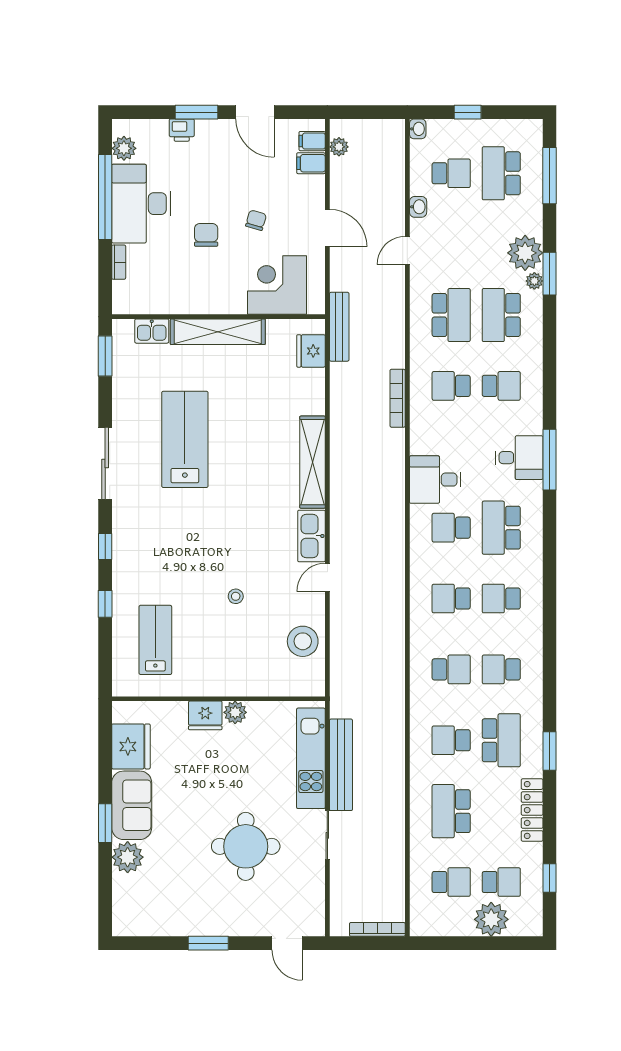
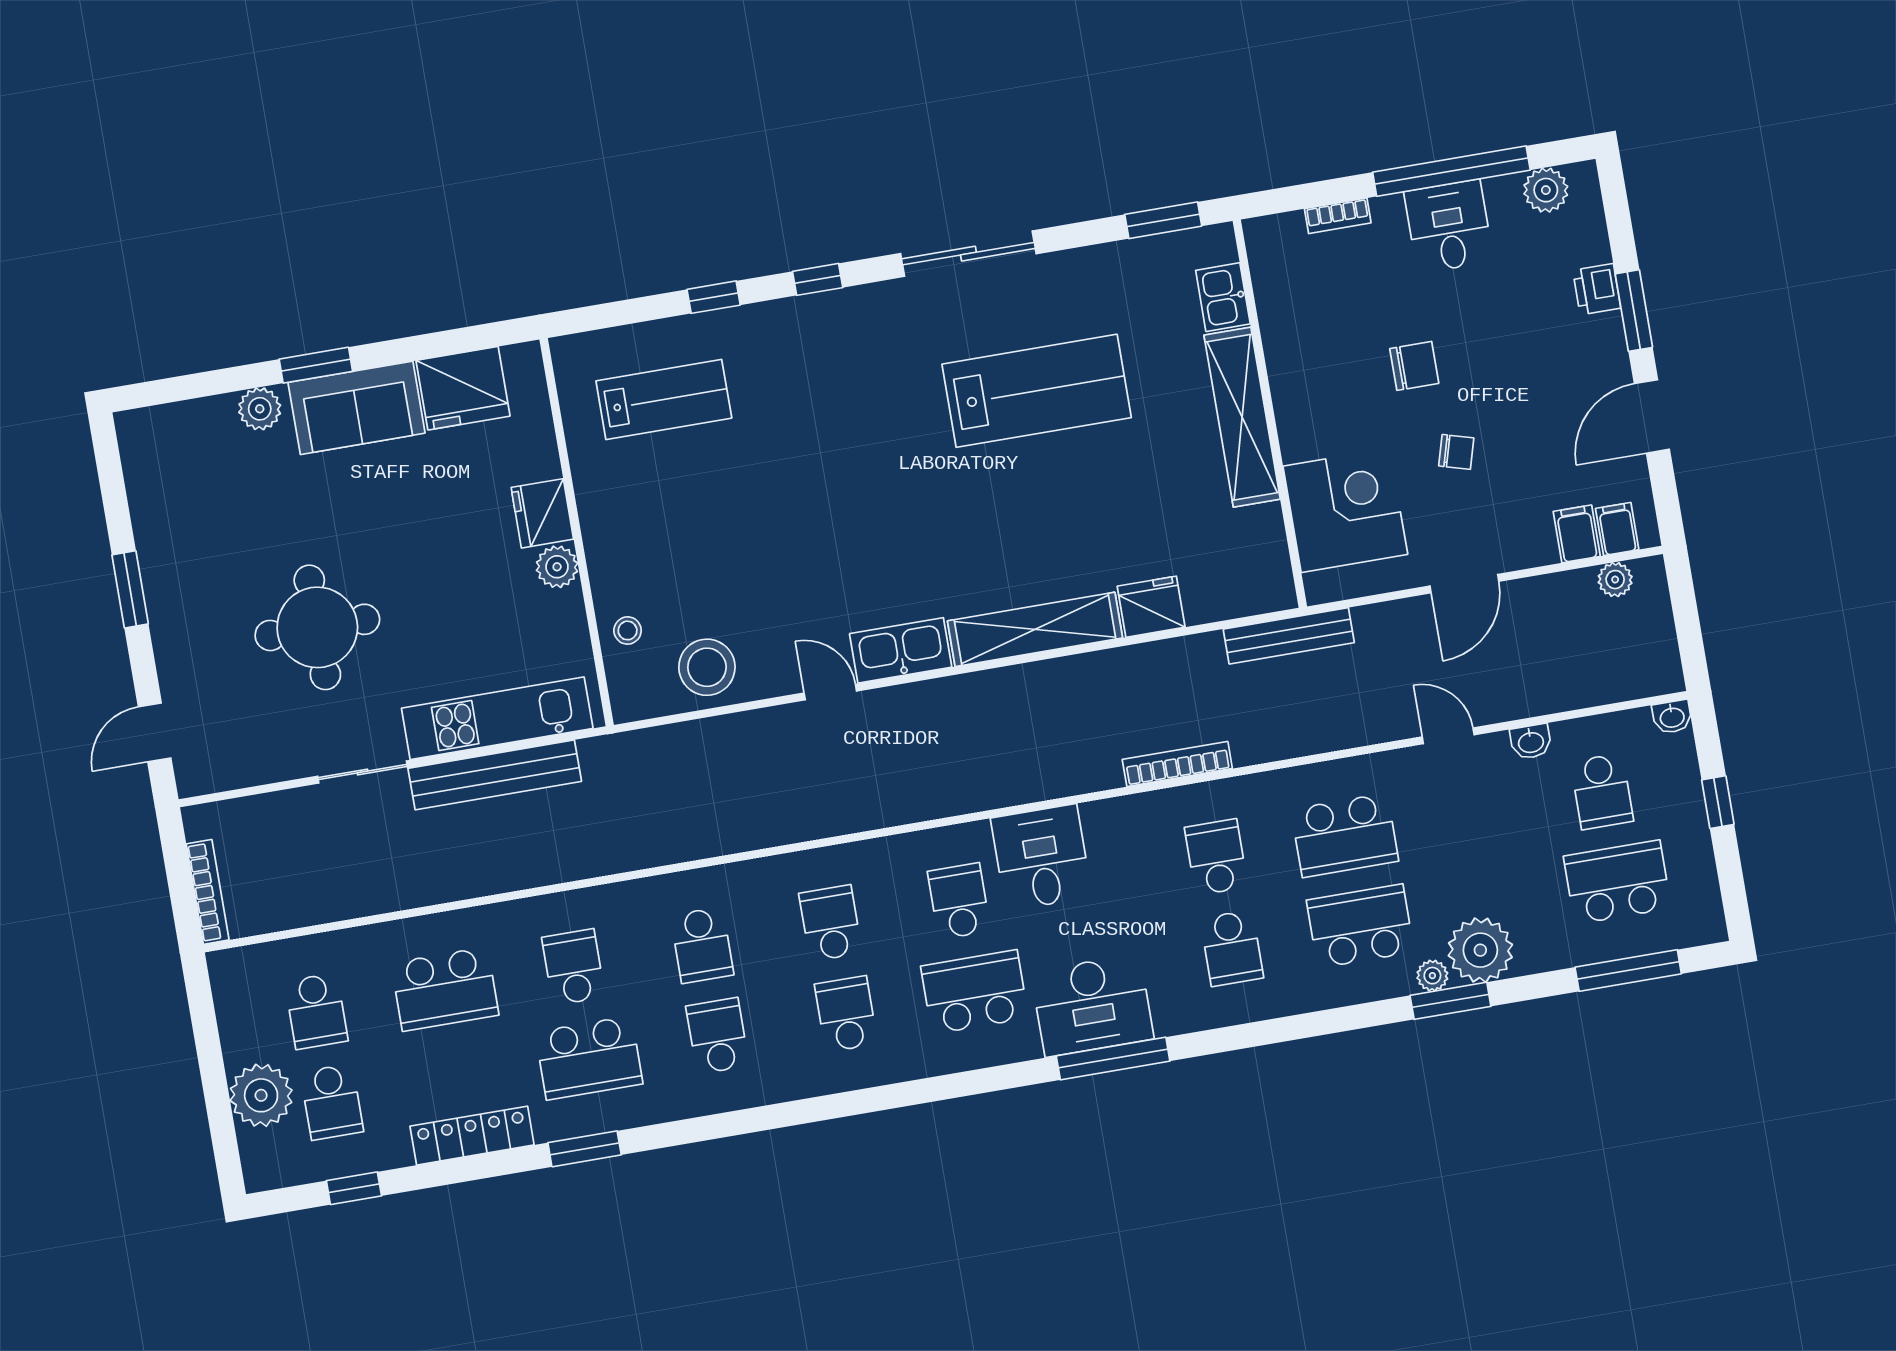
desk: (141, 204) -> (1449, 226), width x0.53, depth x0.77
fridge: (311, 351) -> (1151, 607), moved
desk: (519, 458) -> (1092, 1005), width x1.37
stool: (236, 596) -> (628, 630), moved
school desk: (451, 811) -> (445, 989), turned 180
plant: (128, 857) -> (260, 409), width x0.73, depth x0.73

